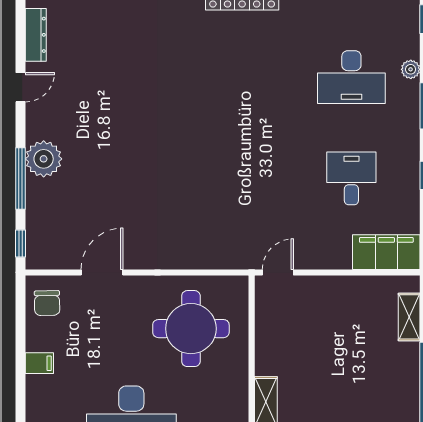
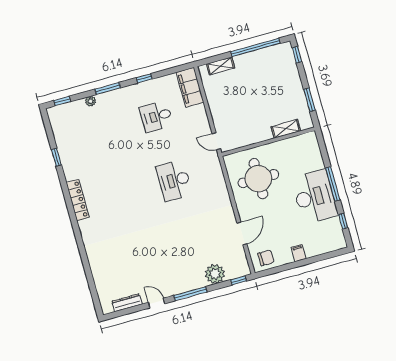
desk: (351, 77) -> (174, 181), moved, turned 180
plant: (44, 159) -> (215, 274), moved
window: (21, 178) -> (190, 294), moved
door: (102, 272) -> (242, 233), swing flipped

